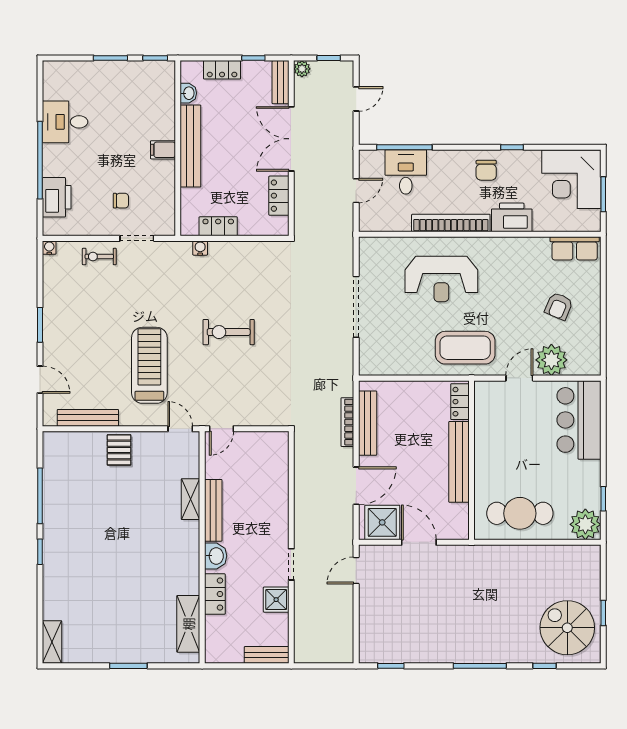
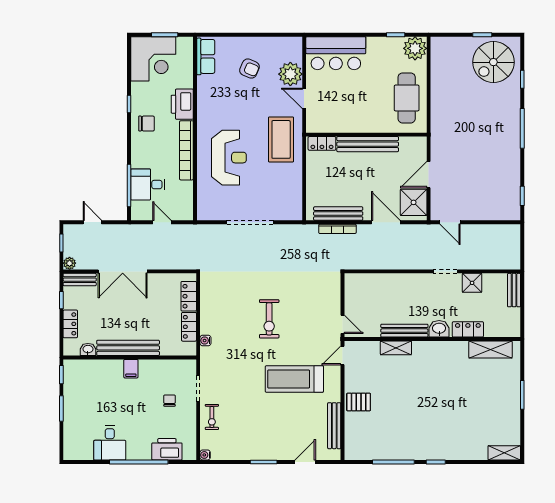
locker: (279, 196) -> (189, 296), moved, turned 90

